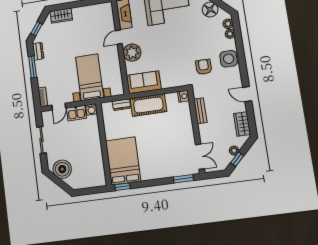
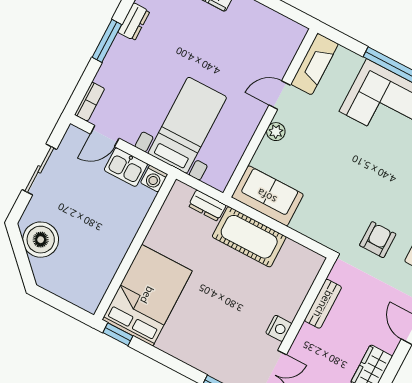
plant: (132, 53) -> (276, 132), width x0.53, depth x0.53
nightstand: (183, 96) -> (279, 328), moved

